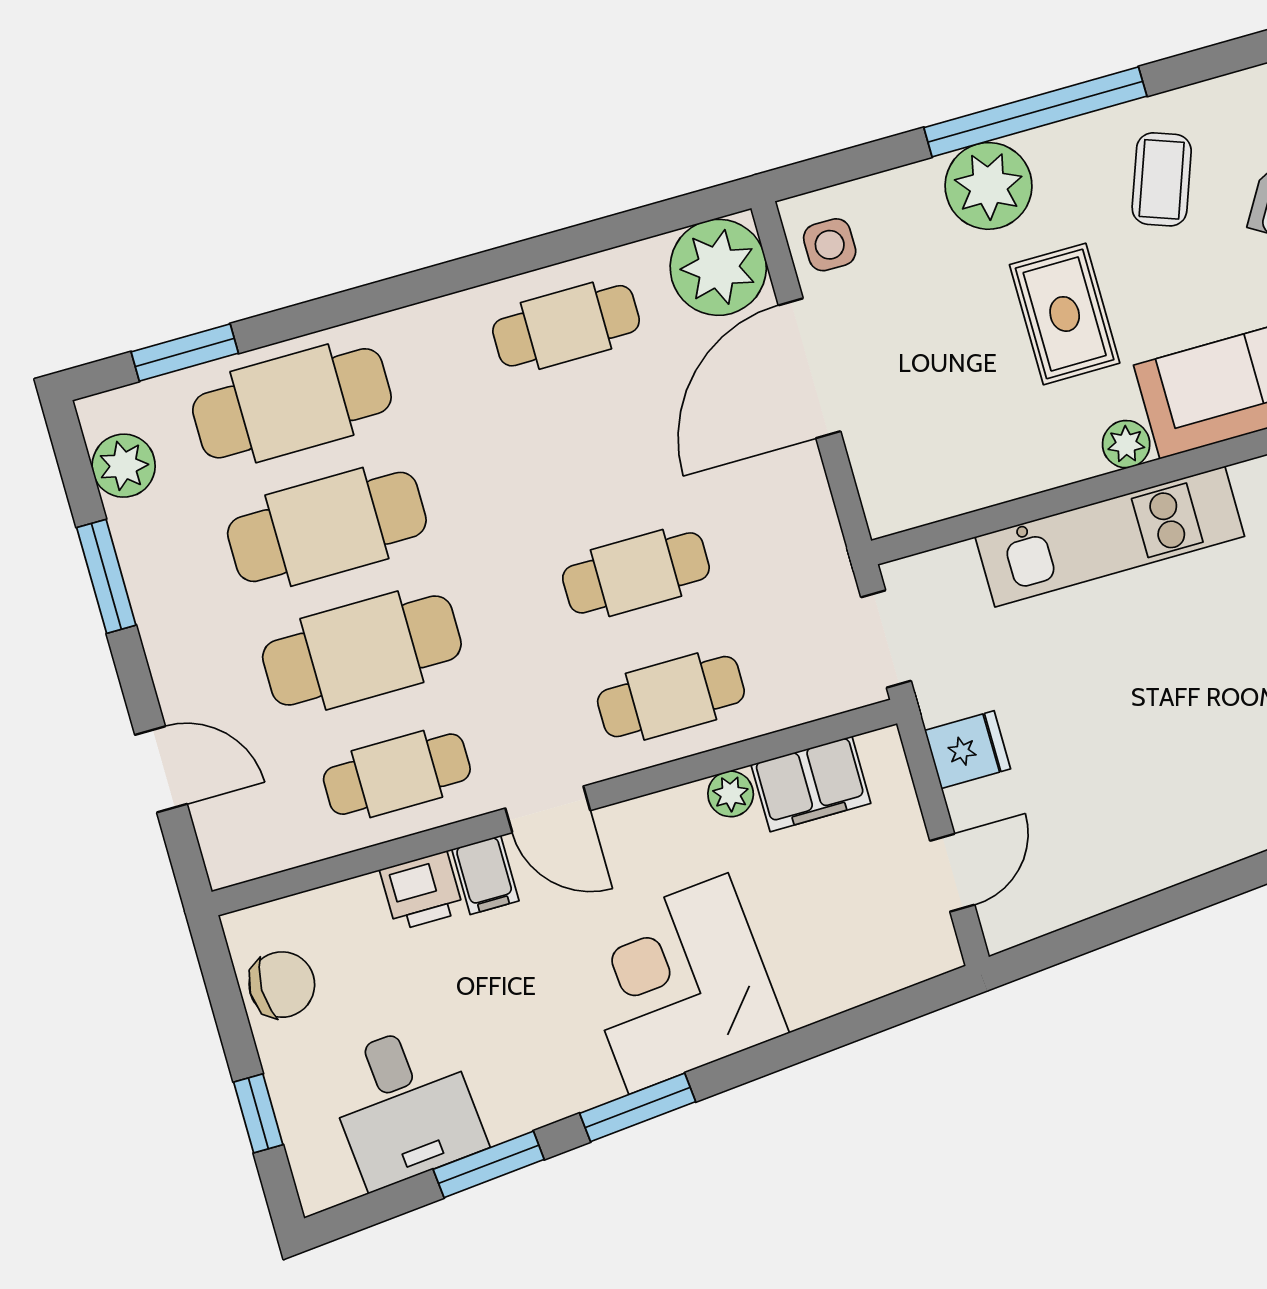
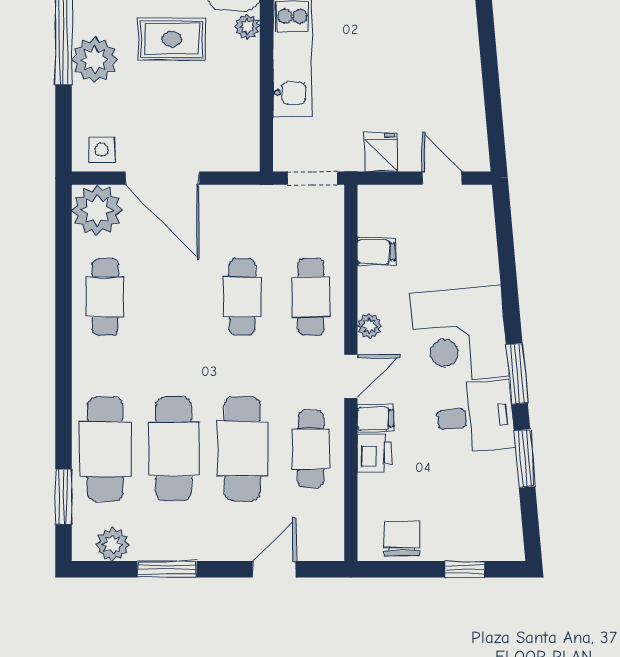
filing cabinet: (811, 784) -> (376, 252), width x0.50
plant: (731, 794) -> (369, 326), moved
desk: (404, 1105) -> (475, 417), moved

